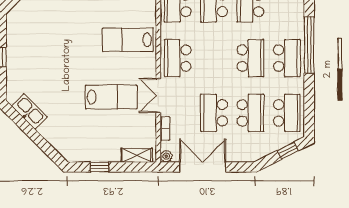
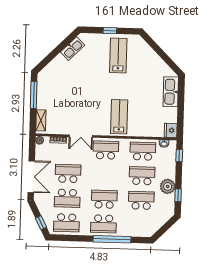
school desk: (250, 58) -> (104, 199), turned 180
double door: (158, 95) -> (81, 136), swing flipped
lab bench: (111, 97) -> (118, 55), moved, turned 180
window: (100, 167) -> (34, 95), width x2.17
double door: (203, 167) -> (31, 177), moved

